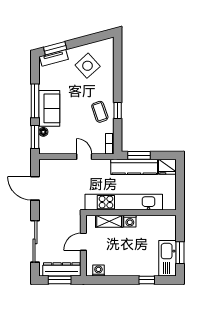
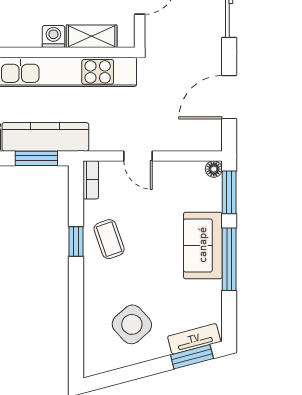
floor lamp: (43, 132) -> (214, 169), moved
door: (35, 188) -> (229, 97), swing flipped

